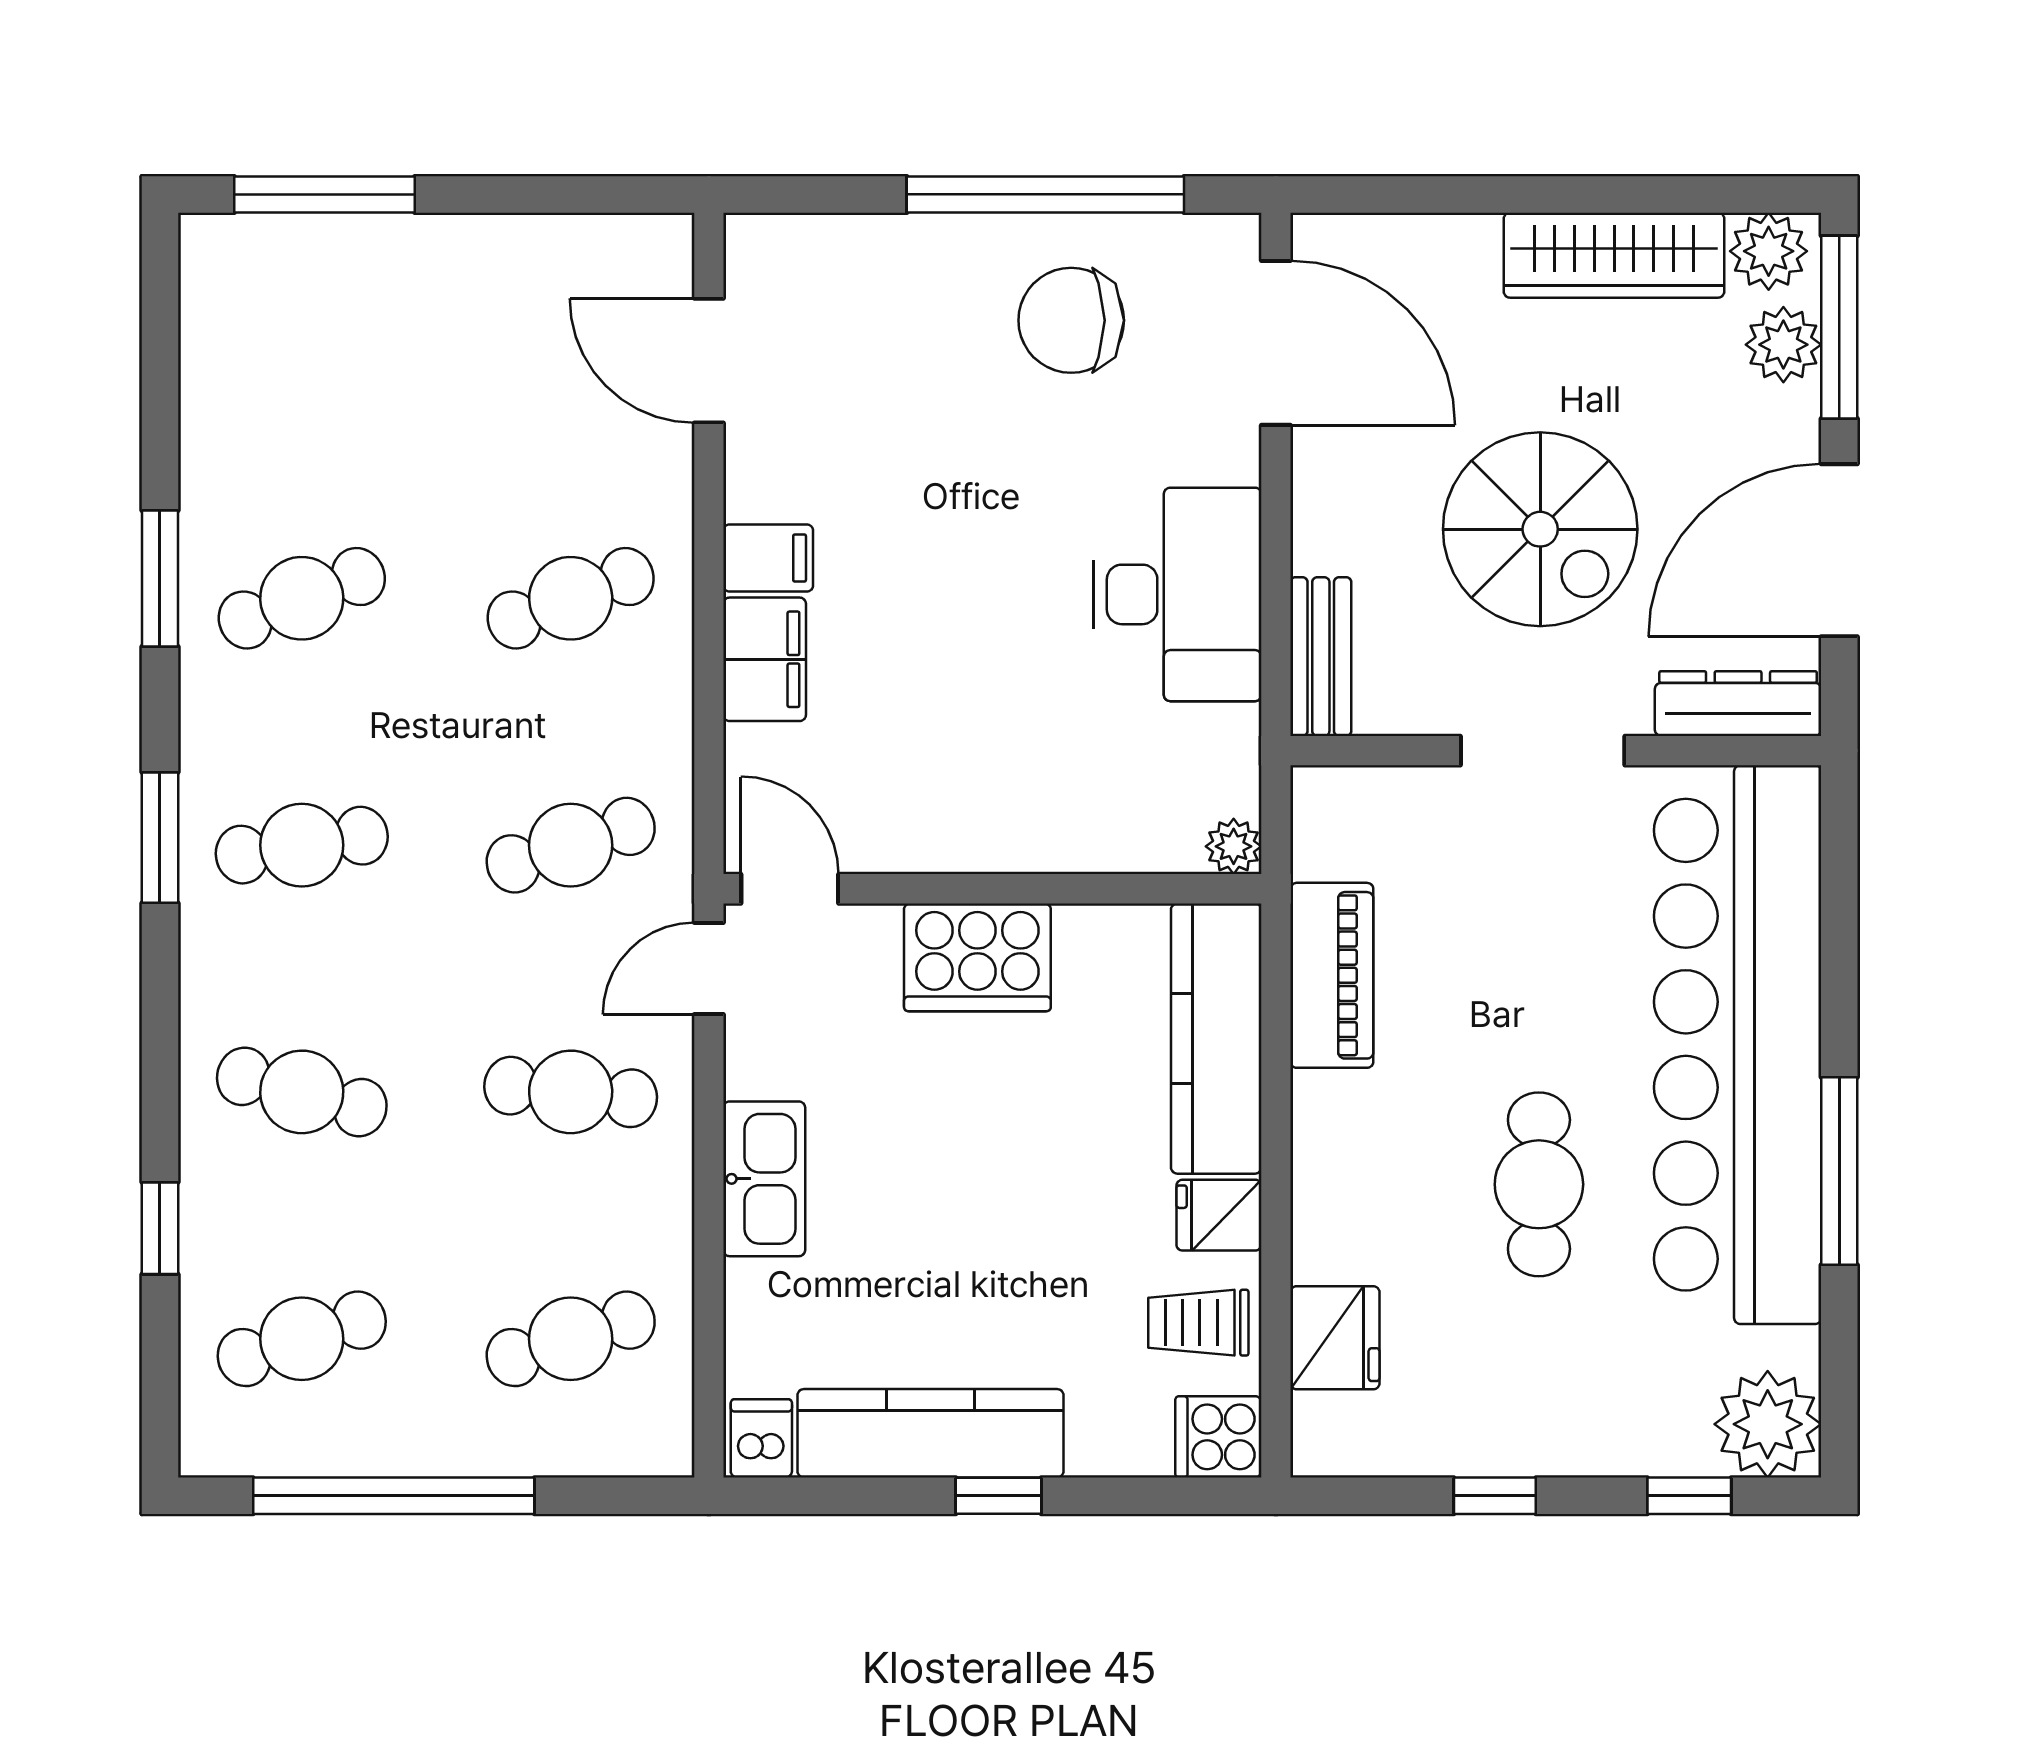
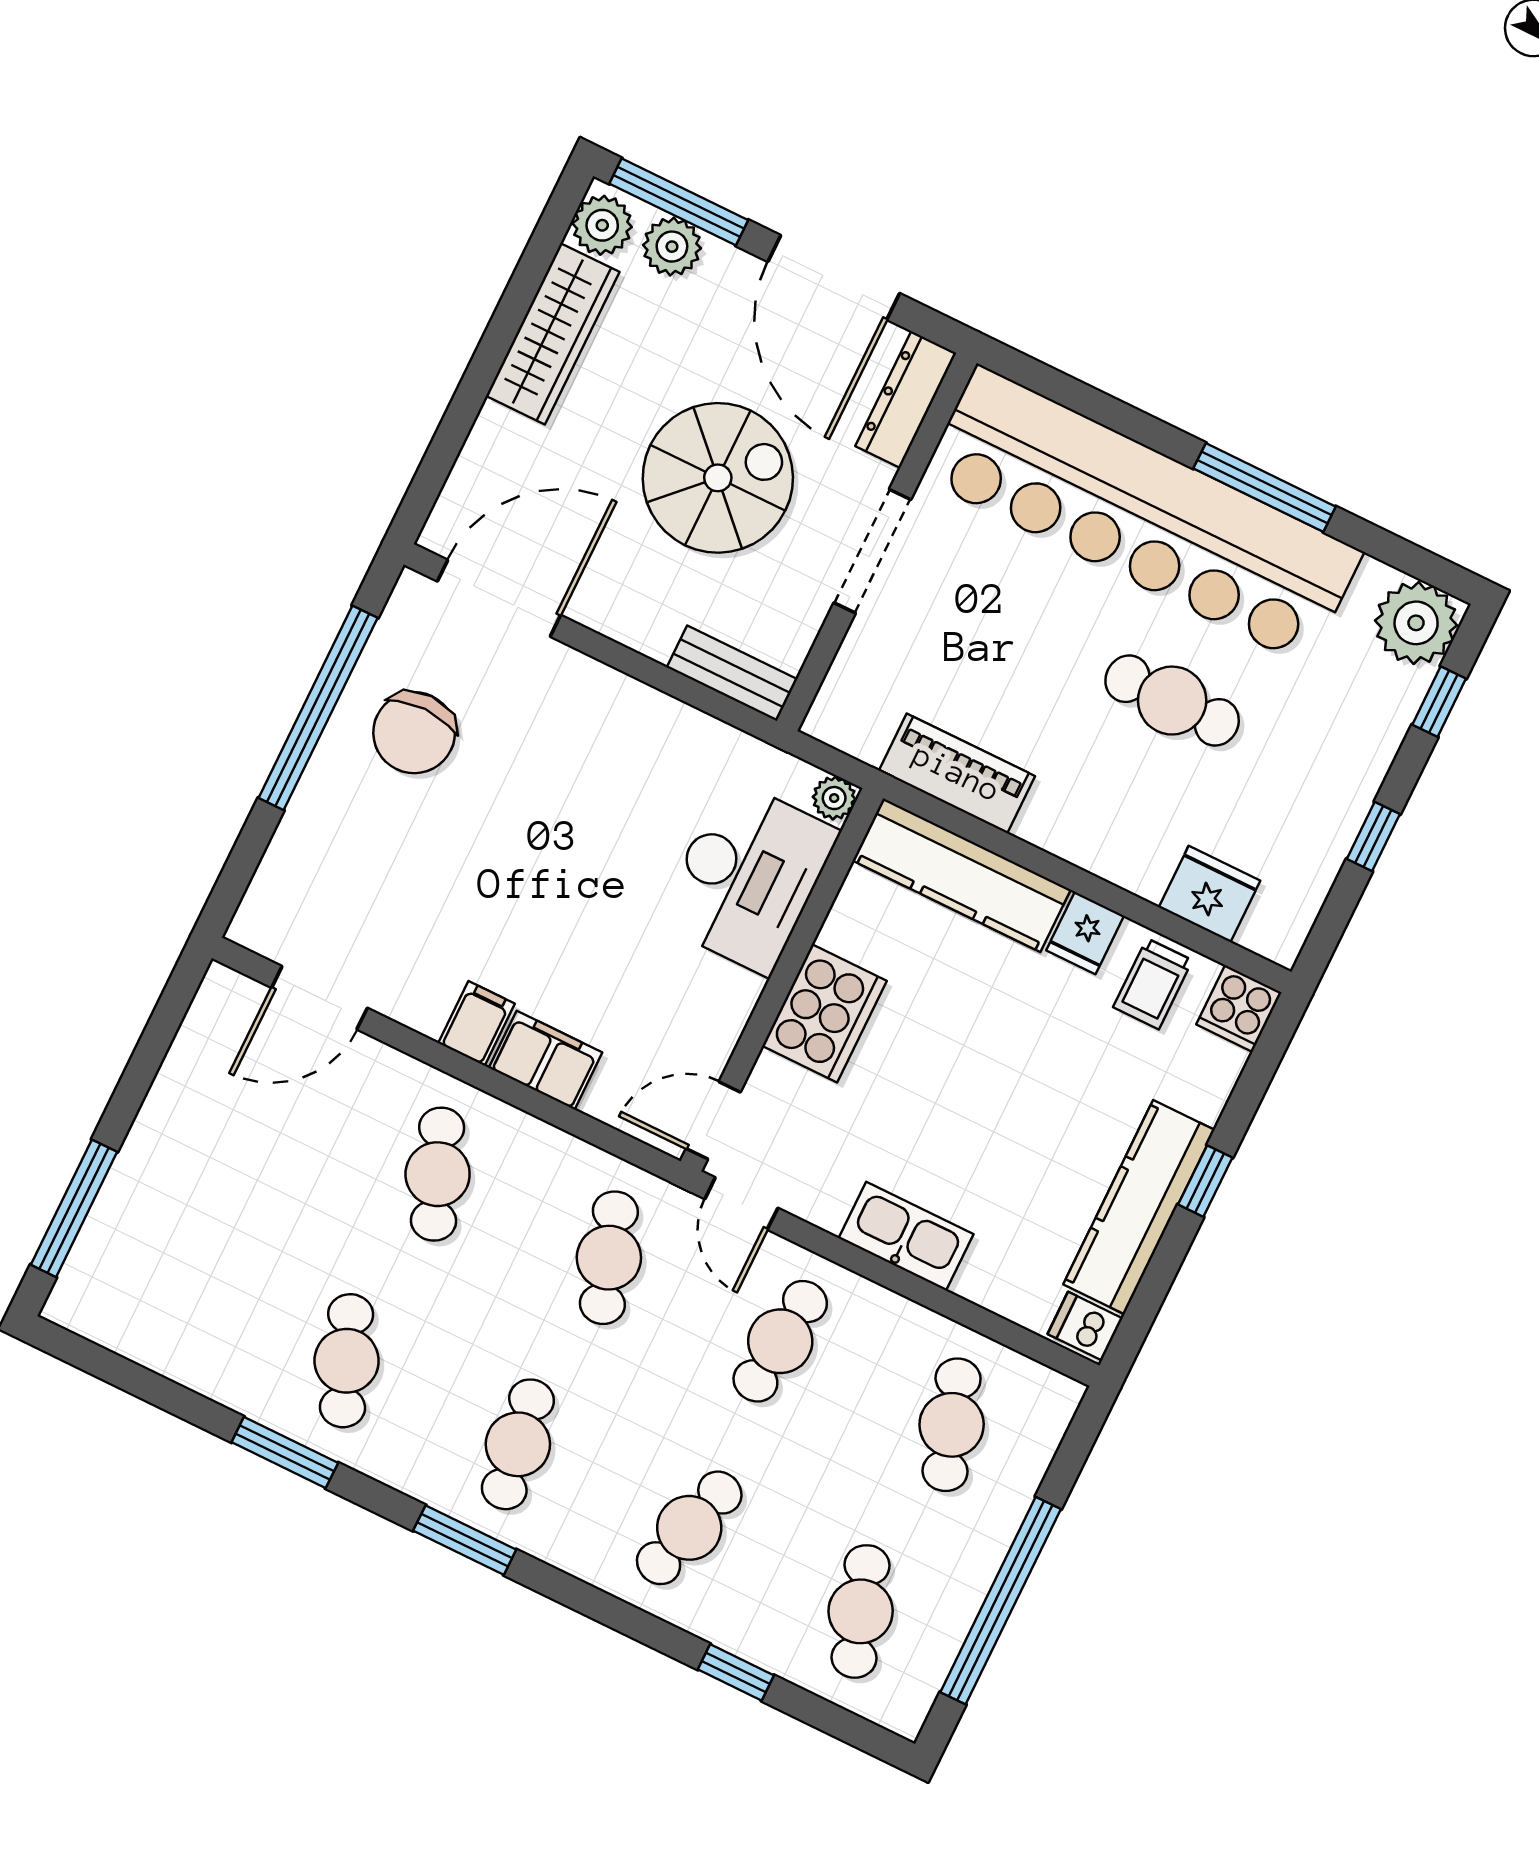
desk: (1177, 594) -> (748, 877), moved, turned 90

